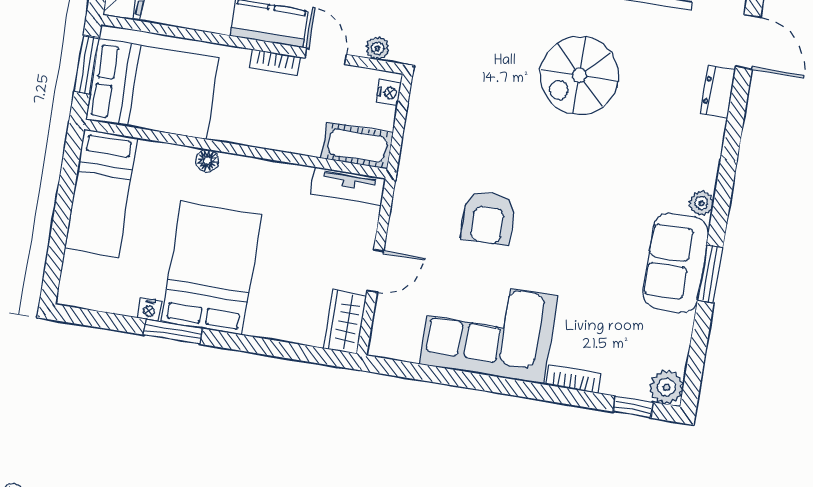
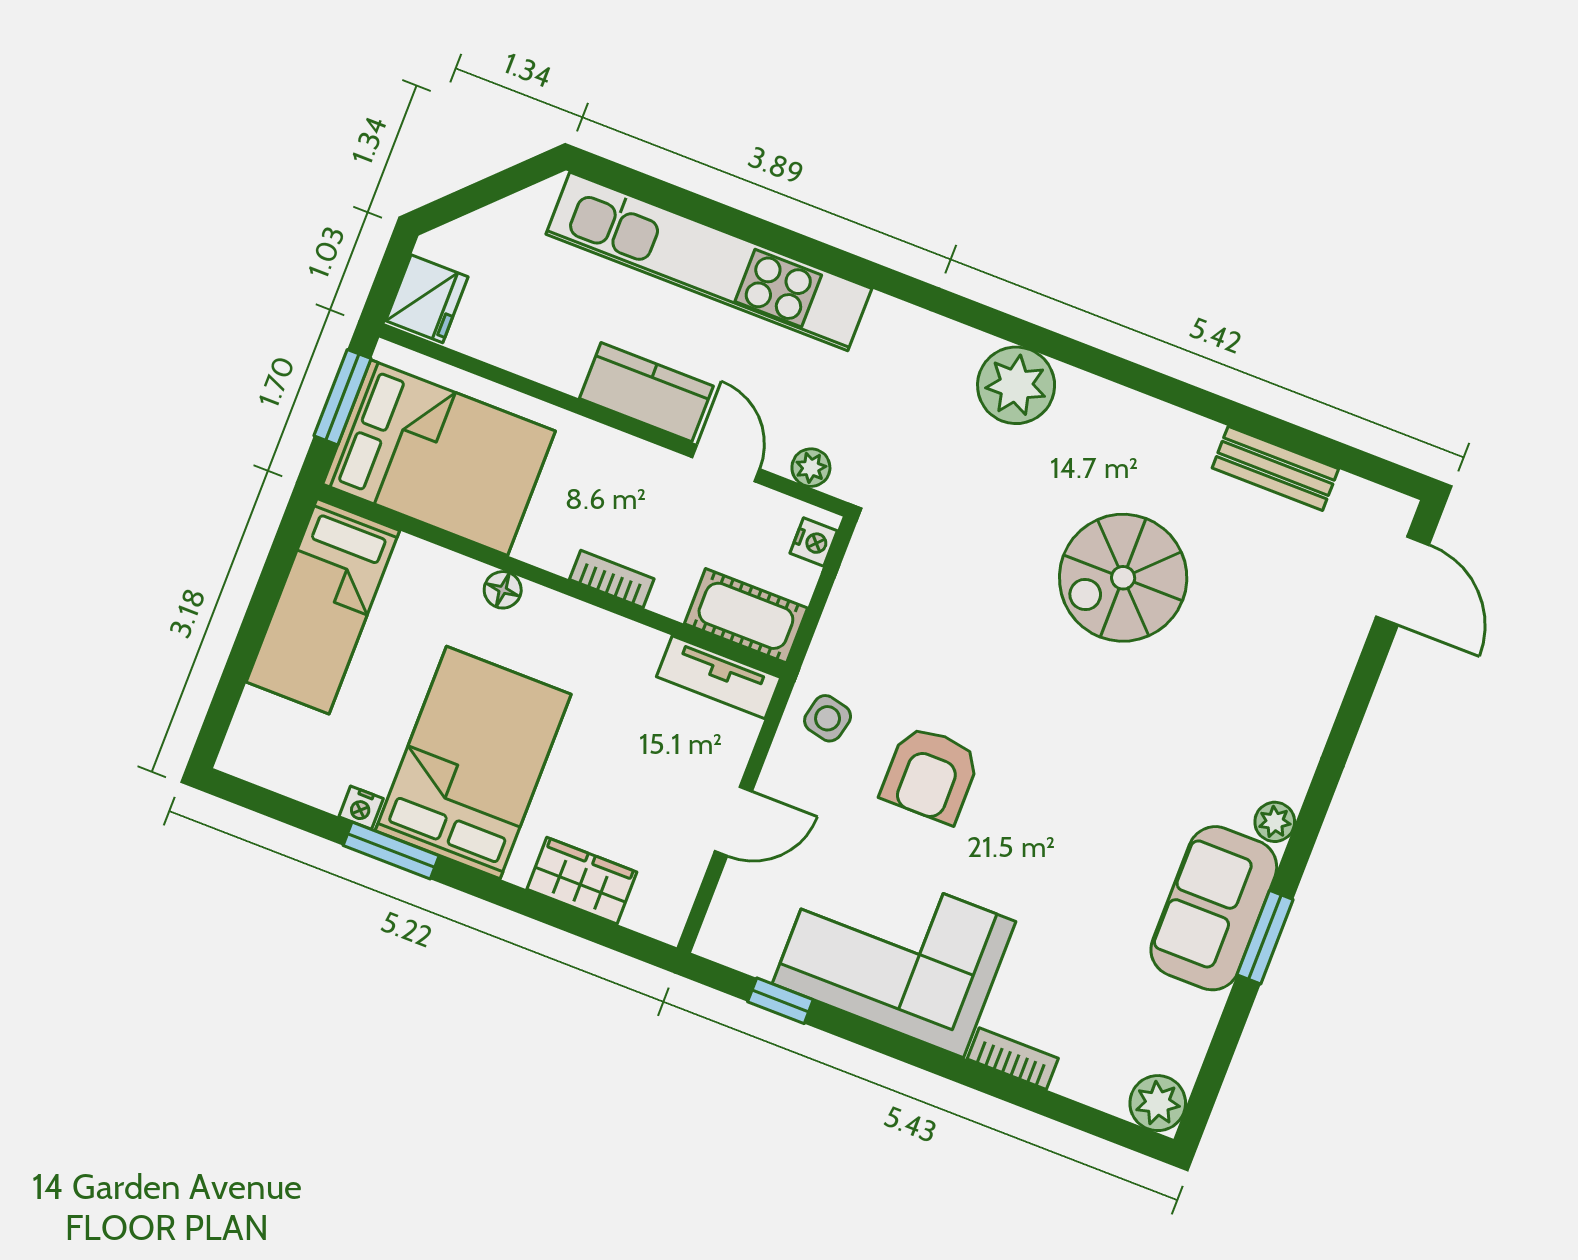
bookcase: (275, 62) -> (612, 579), moved, turned 180
dresser: (718, 92) -> (1338, 650), removed
side table: (419, 197) -> (828, 718), added
wardrobe: (345, 322) -> (582, 881), moved, turned 90
window: (633, 407) -> (780, 1001), moved

